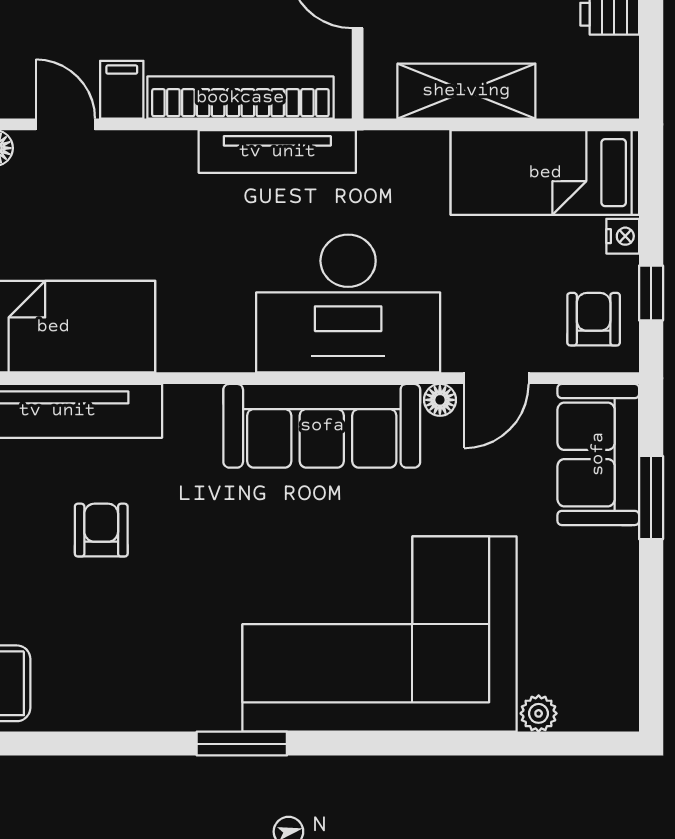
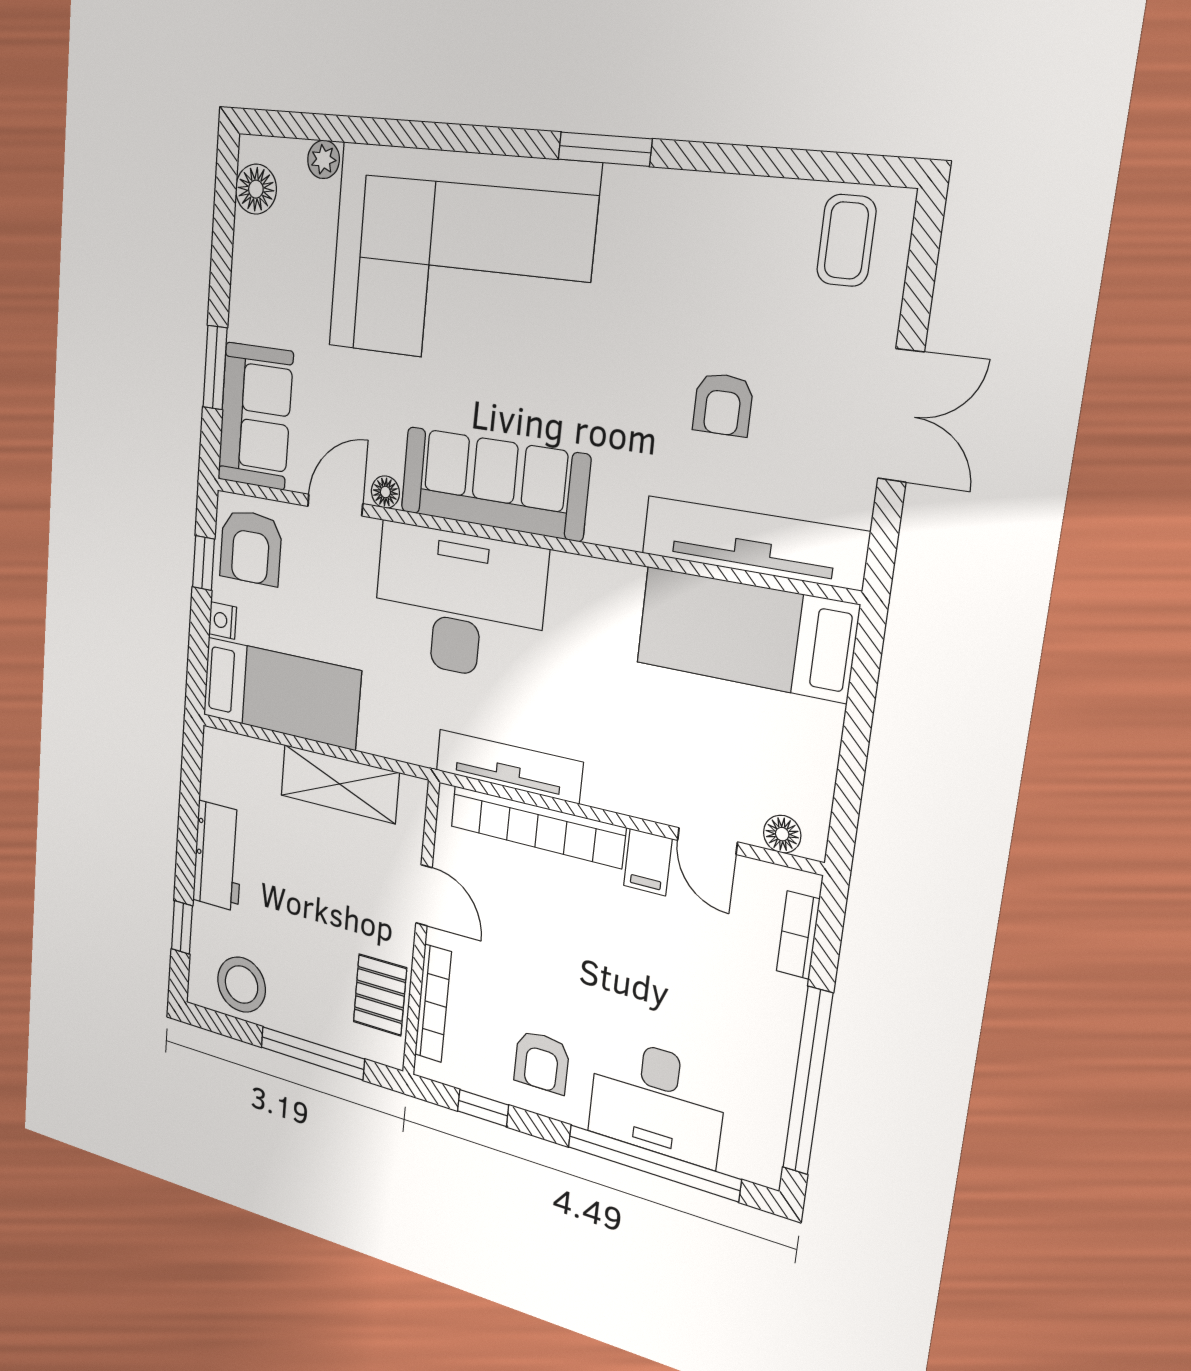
armchair: (594, 319) -> (251, 547), width x1.38, depth x1.38
floor lamp: (615, 679) -> (256, 189), added

